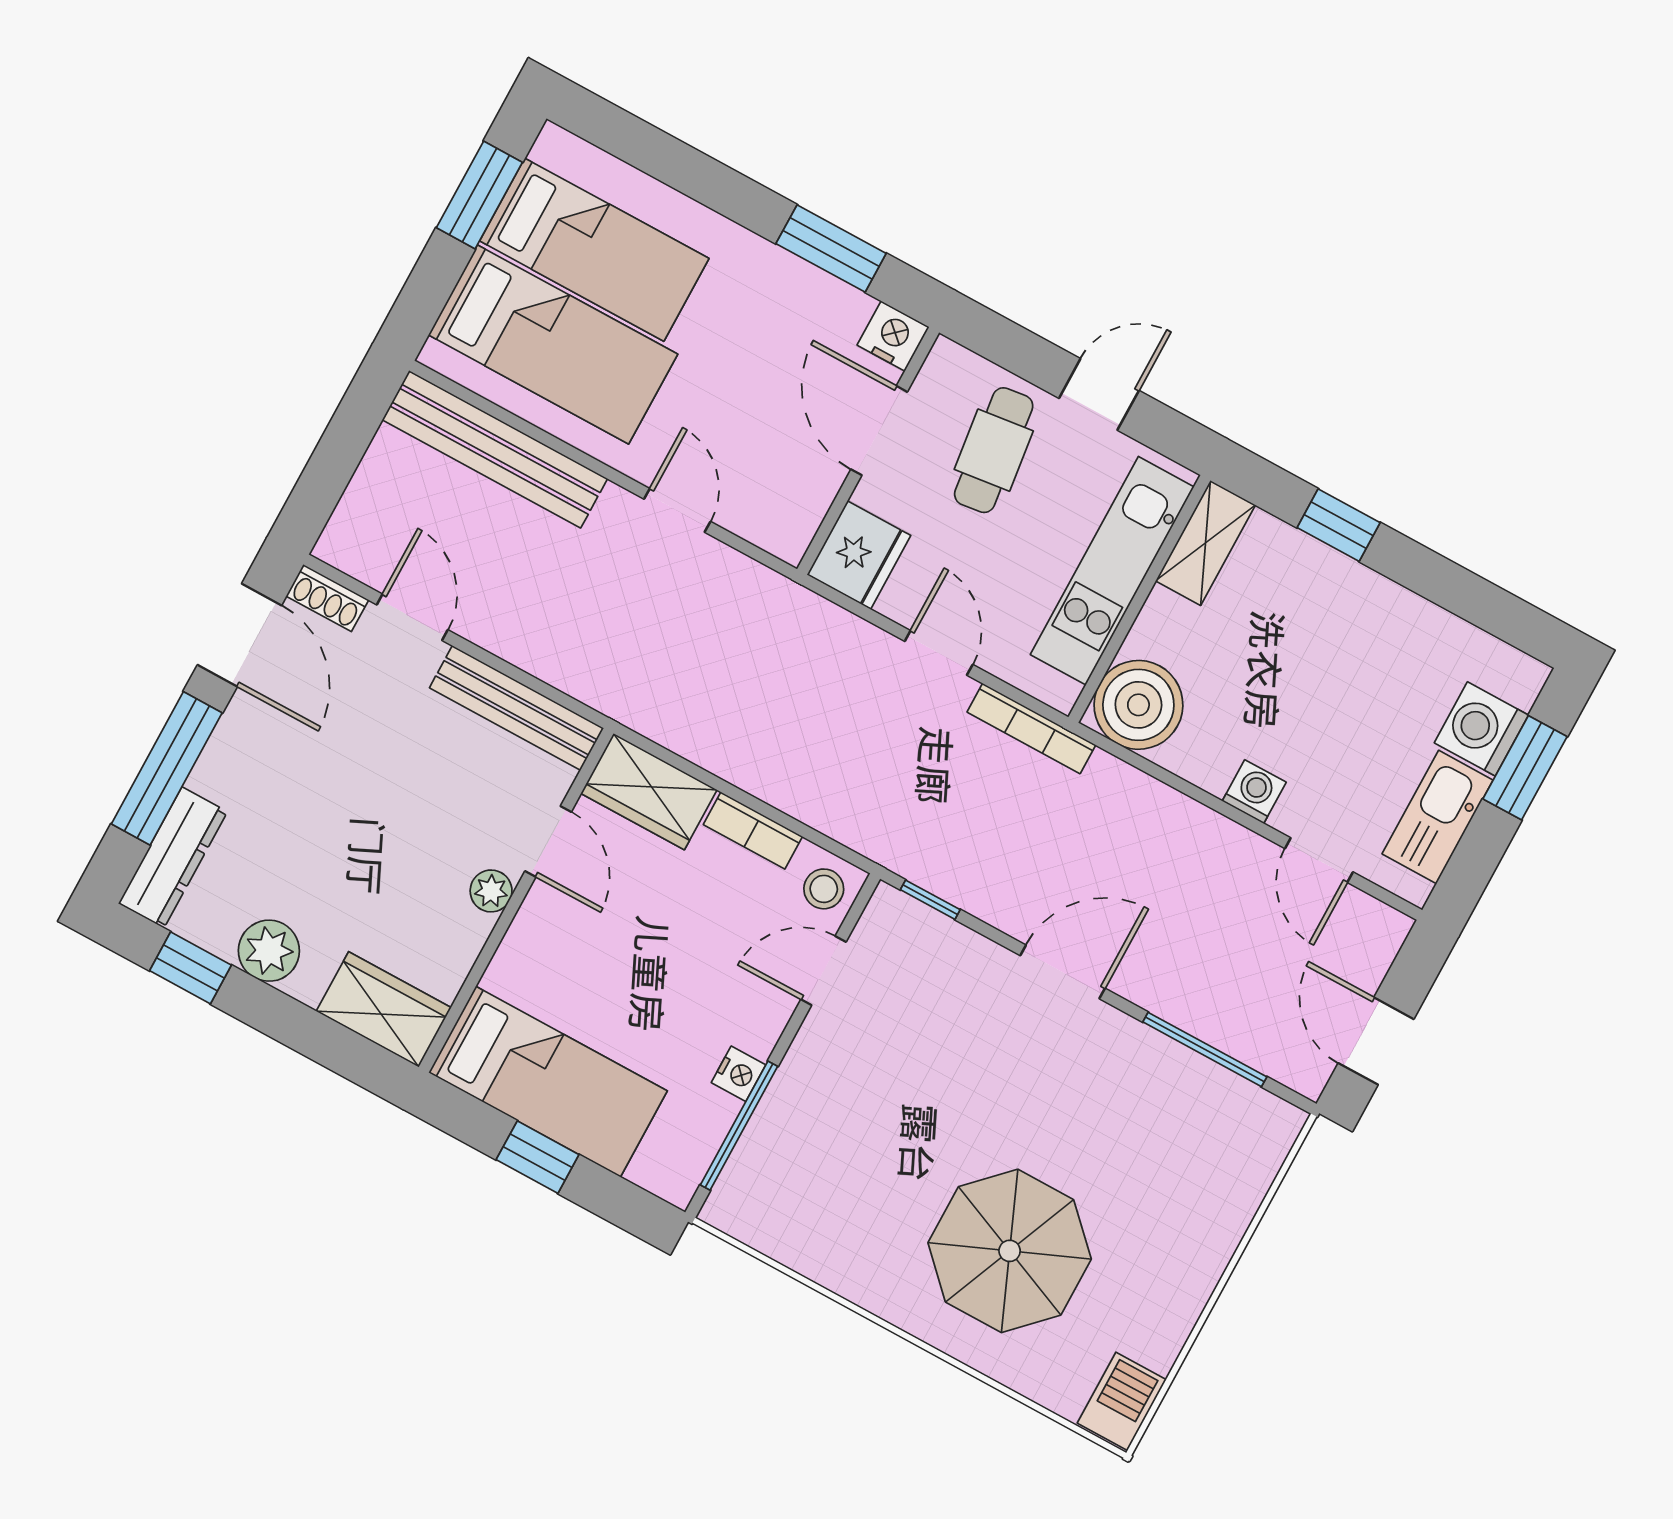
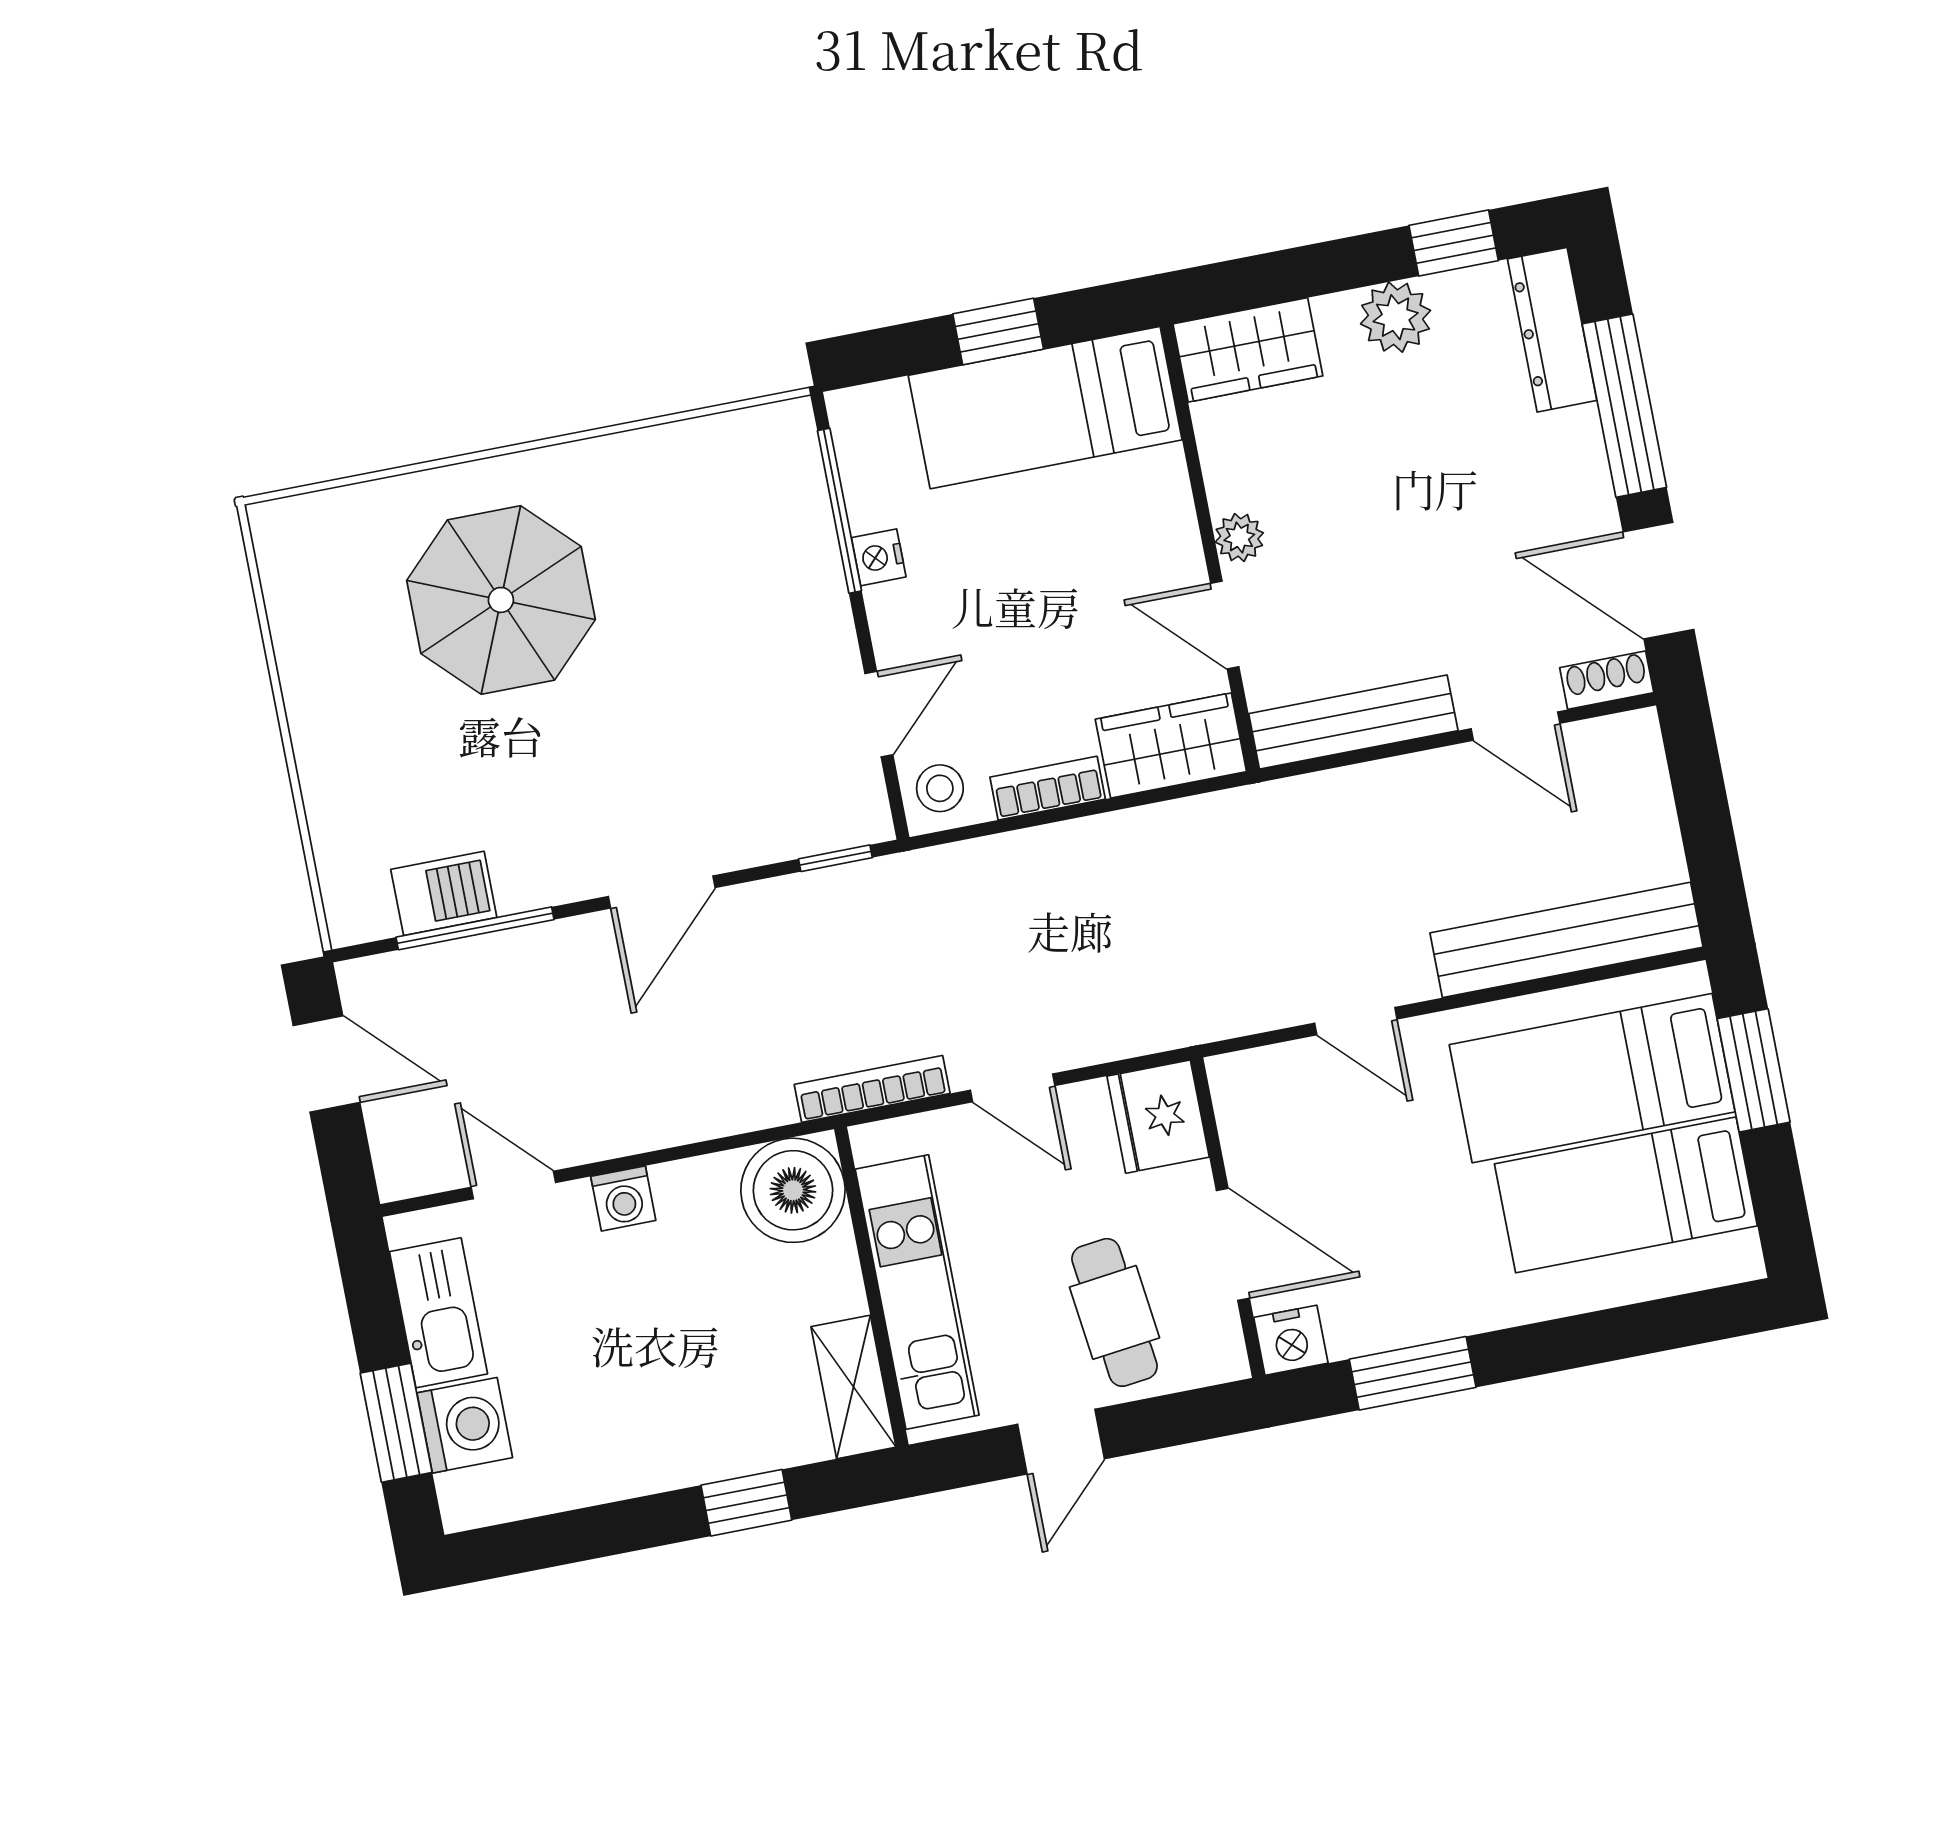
window: (479, 195) -> (1754, 1070), moved
barbecue: (1122, 1401) -> (444, 893), moved, turned -90

